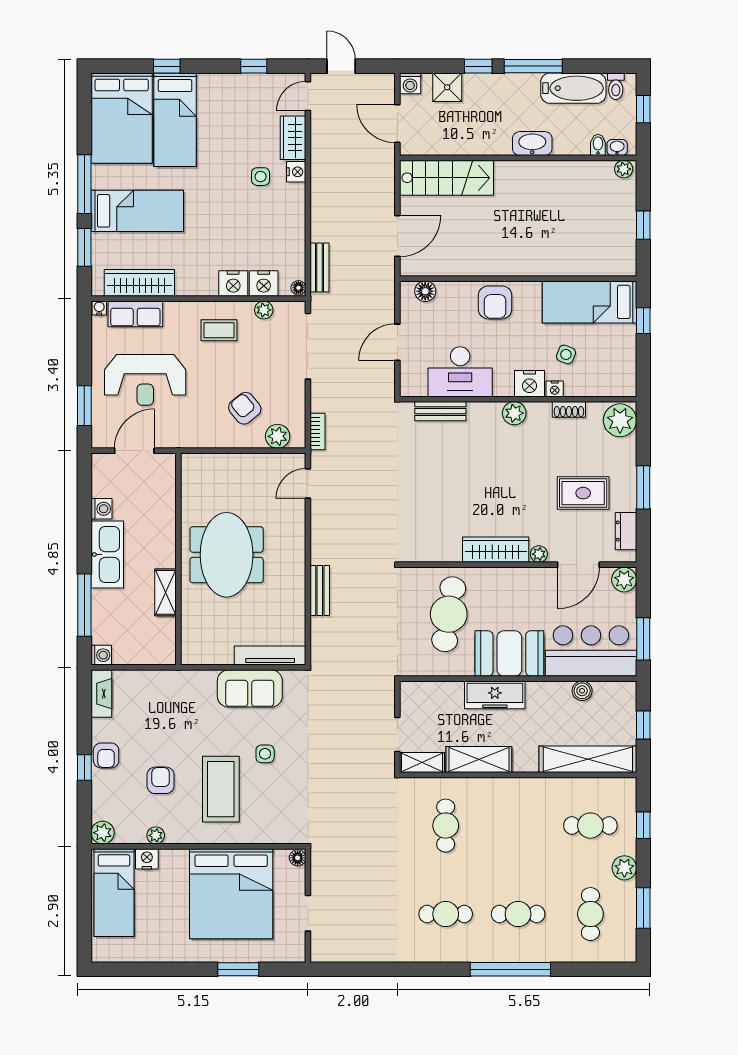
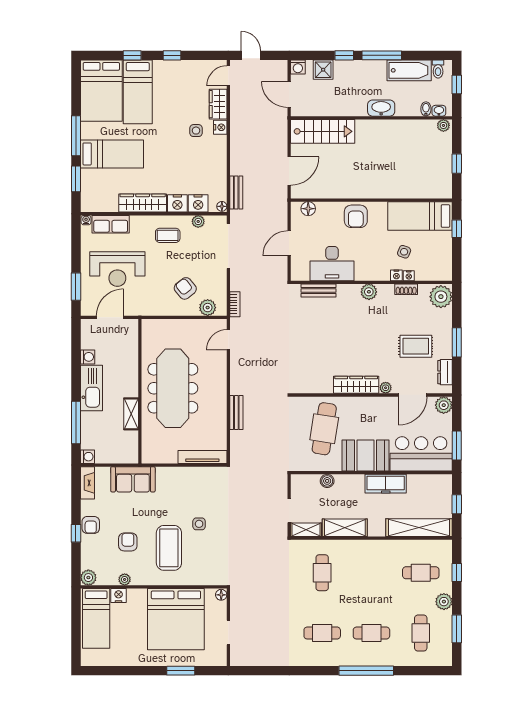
window: (254, 66) -> (172, 55), moved
wardrobe: (139, 283) -> (143, 203), moved
nightstand: (529, 384) -> (409, 276), moved, width x0.53, depth x0.56
meeting table: (227, 555) -> (173, 388), width x1.36
sofa: (250, 688) -> (133, 479), moved
boiler: (582, 691) -> (327, 481), moved
freezer: (495, 695) -> (386, 484), moved

